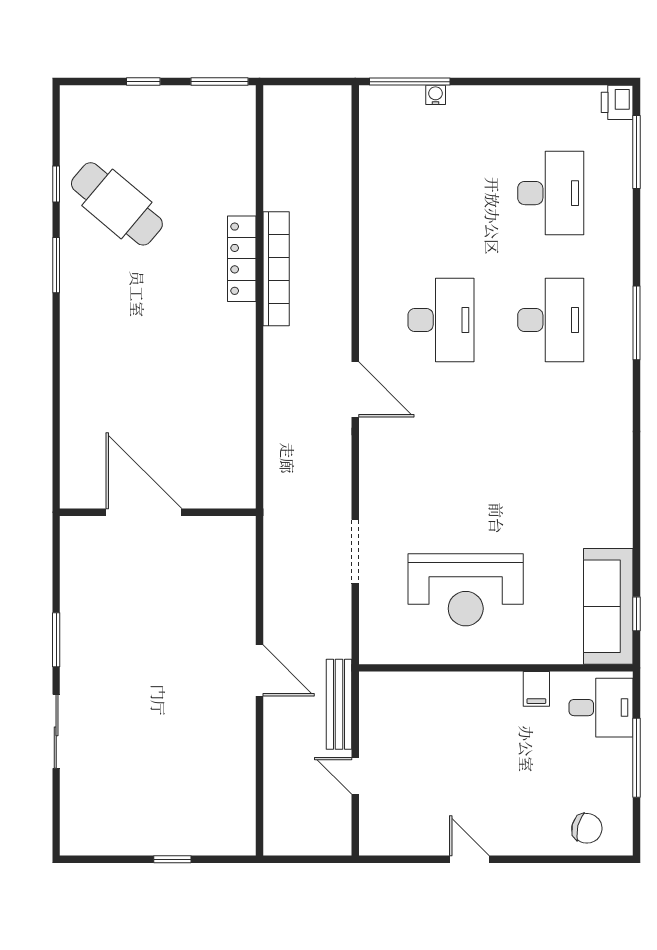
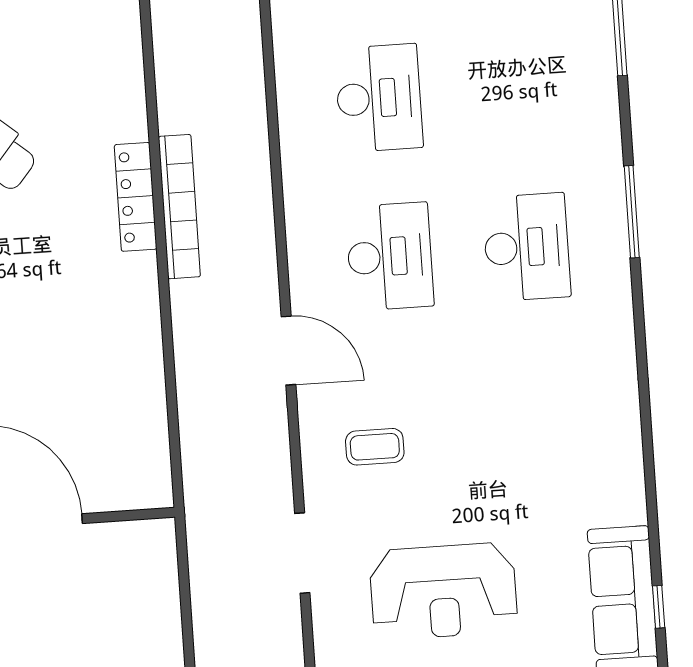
desk: (551, 193) -> (379, 98), moved
window: (636, 323) -> (632, 212), moved
coffee table: (419, 471) -> (375, 447), added

